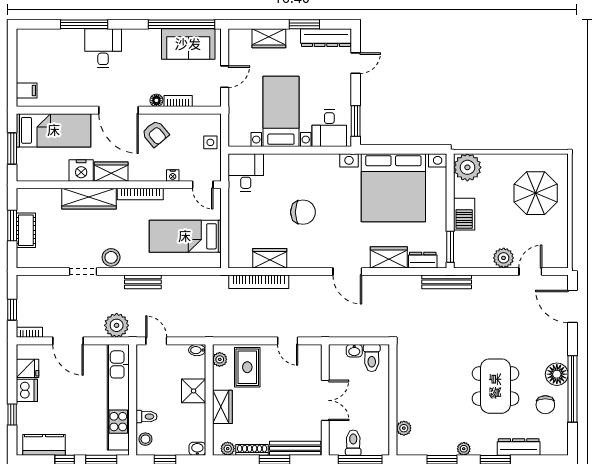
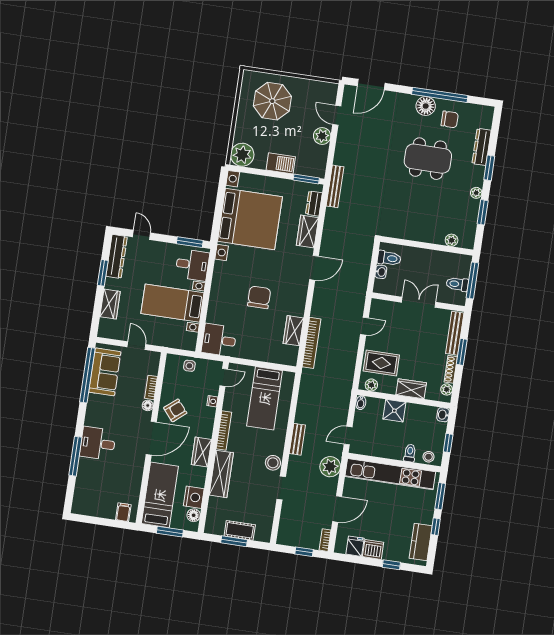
nightstand: (81, 171) -> (194, 497), moved
floor lamp: (36, 174) -> (194, 515), added

